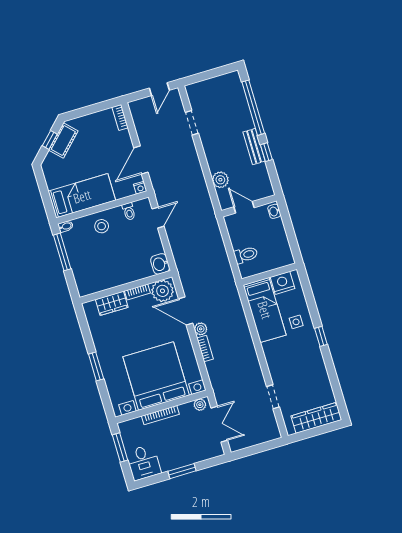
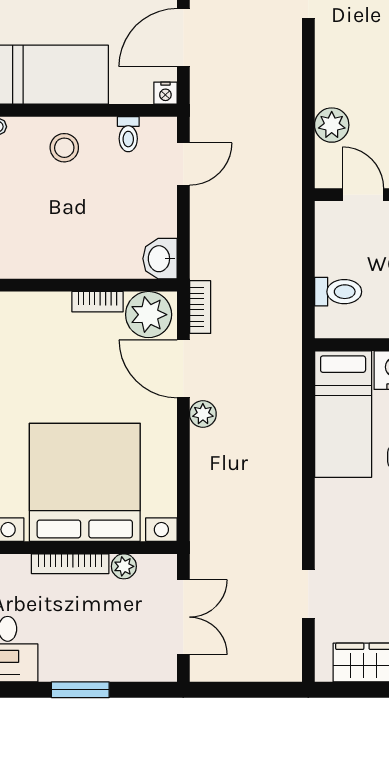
wardrobe: (112, 303) -> (39, 309), removed
bookcase: (205, 348) -> (200, 307), moved
plant: (200, 405) -> (124, 566), moved

